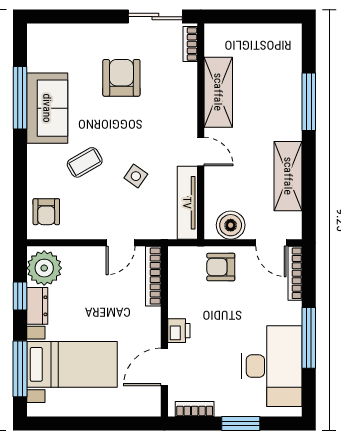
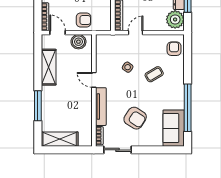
armchair: (121, 78) -> (135, 118), turned -57
shelving: (218, 92) -> (60, 139), moved, turned 90
window: (20, 98) -> (188, 108), width x1.46
sofa: (47, 108) -> (174, 128), moved
tv unit: (187, 203) -> (101, 107), moved

